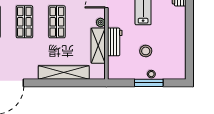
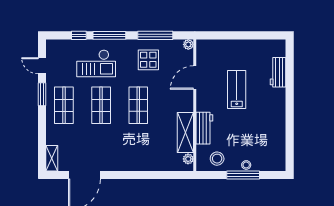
plant: (101, 22) -> (188, 159), moved
stool: (146, 51) -> (217, 159), moved
shelving: (64, 73) -> (146, 163), removed

